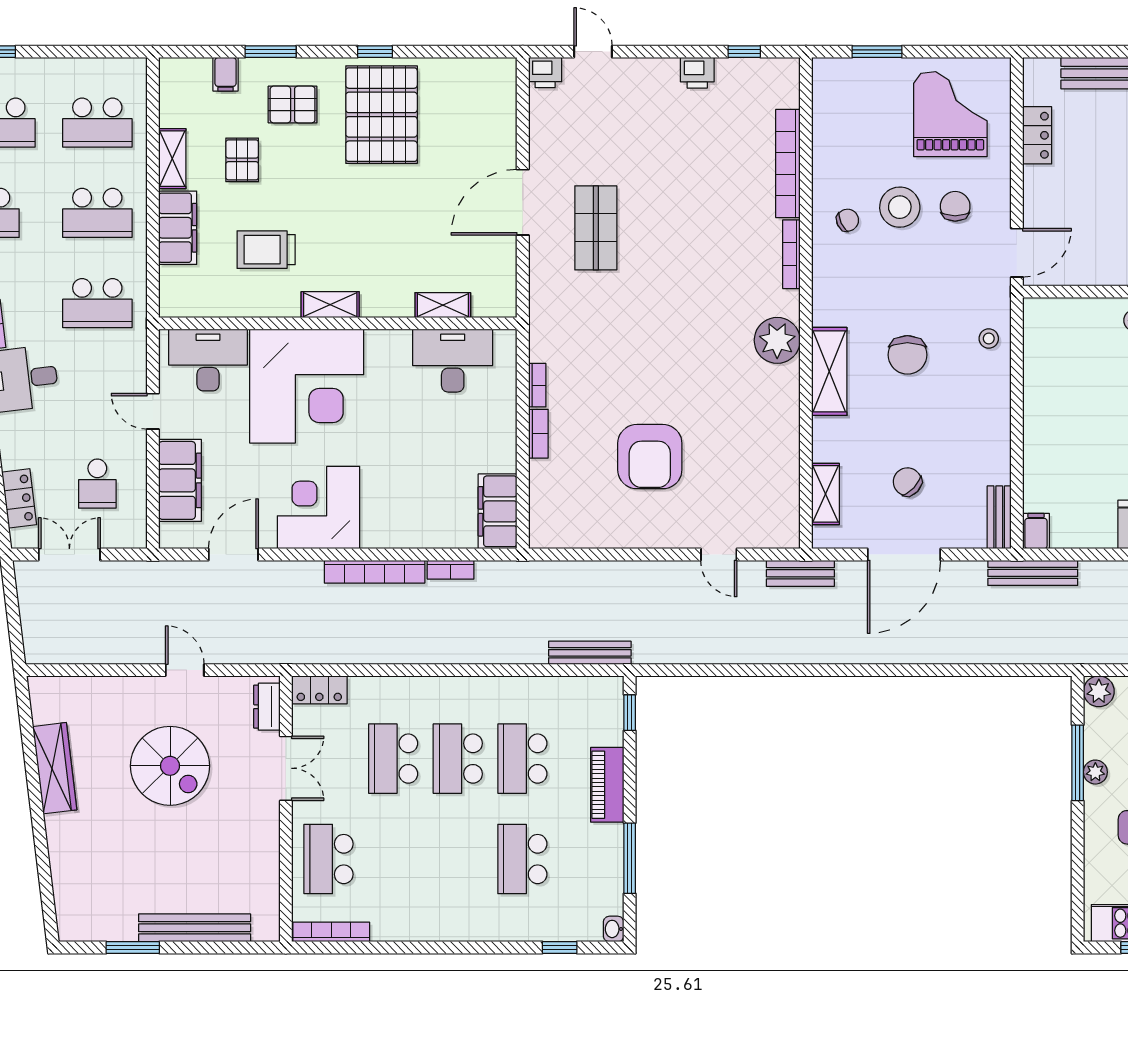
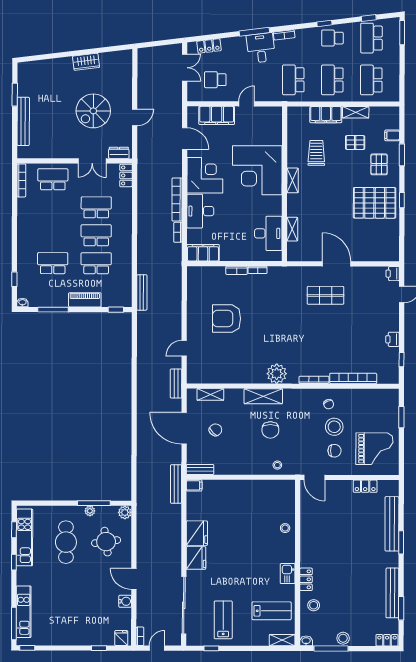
chair: (907, 355) -> (270, 430), turned -90
desk: (208, 360) -> (200, 211), moved, turned 180
wardrobe: (55, 768) -> (86, 62), width x0.67

